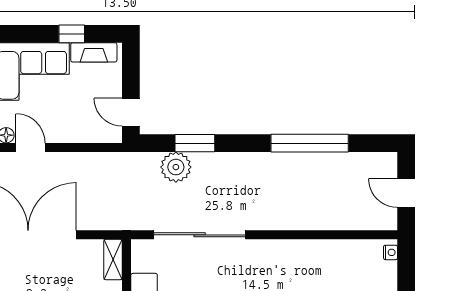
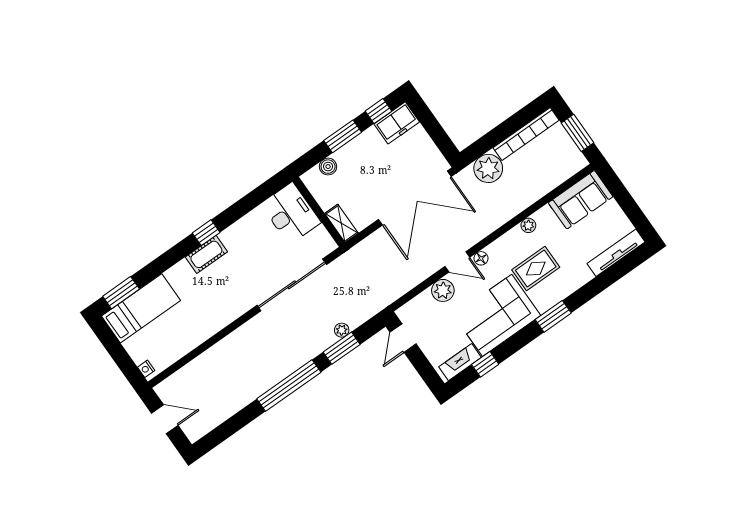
door: (131, 112) -> (403, 338), swing flipped
plant: (63, 130) -> (443, 290), added
window: (310, 143) -> (289, 386), moved
plant: (176, 167) -> (342, 330), width x0.53, depth x0.53

